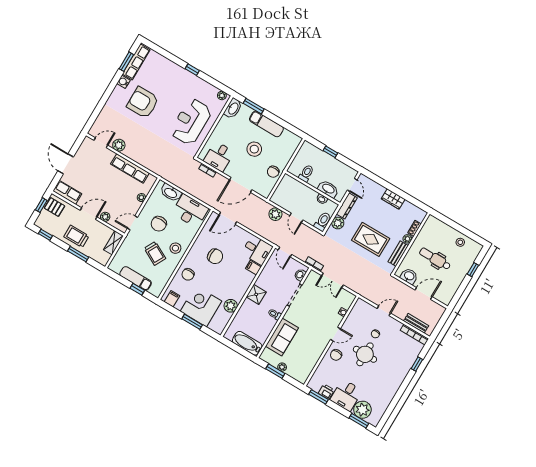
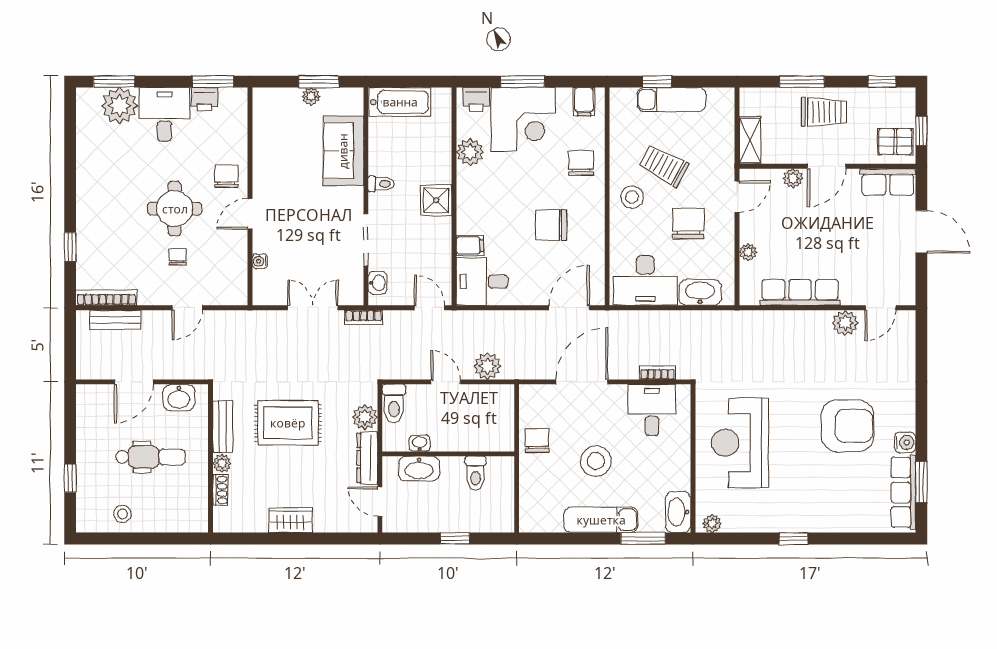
reception desk: (191, 122) -> (740, 443), turned 180
printer: (215, 326) -> (476, 99), added

